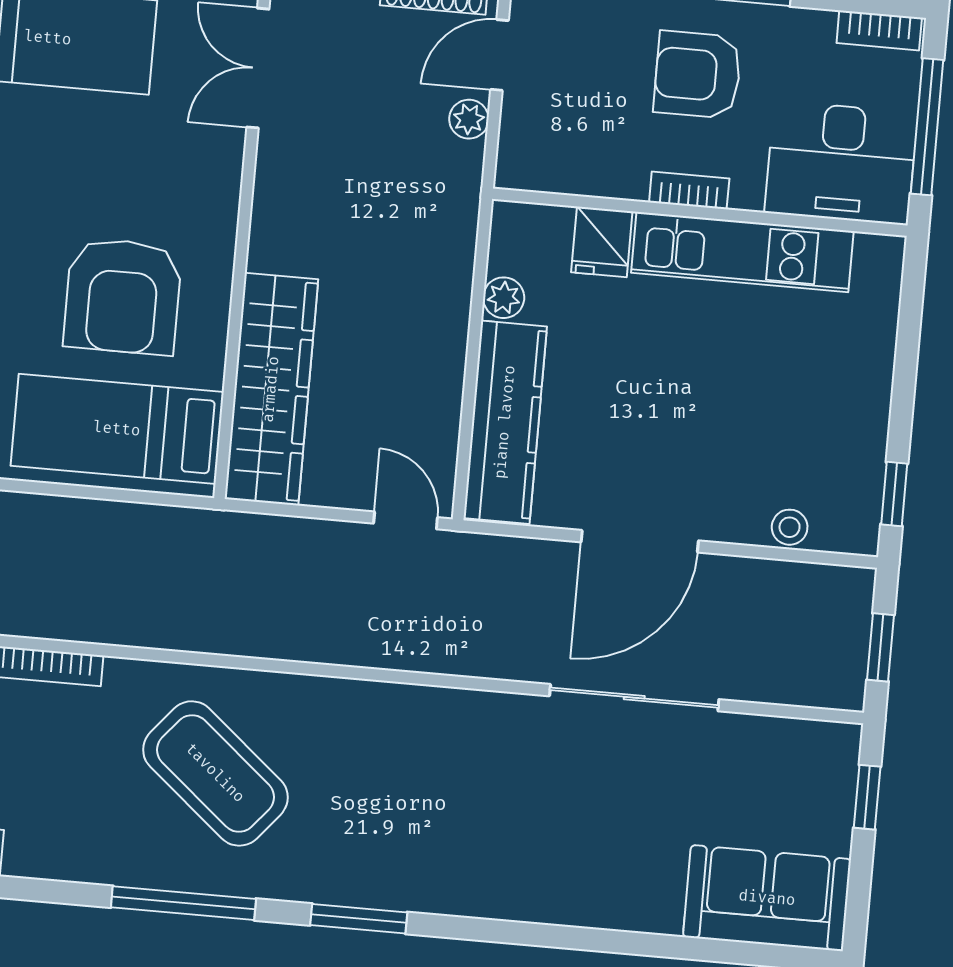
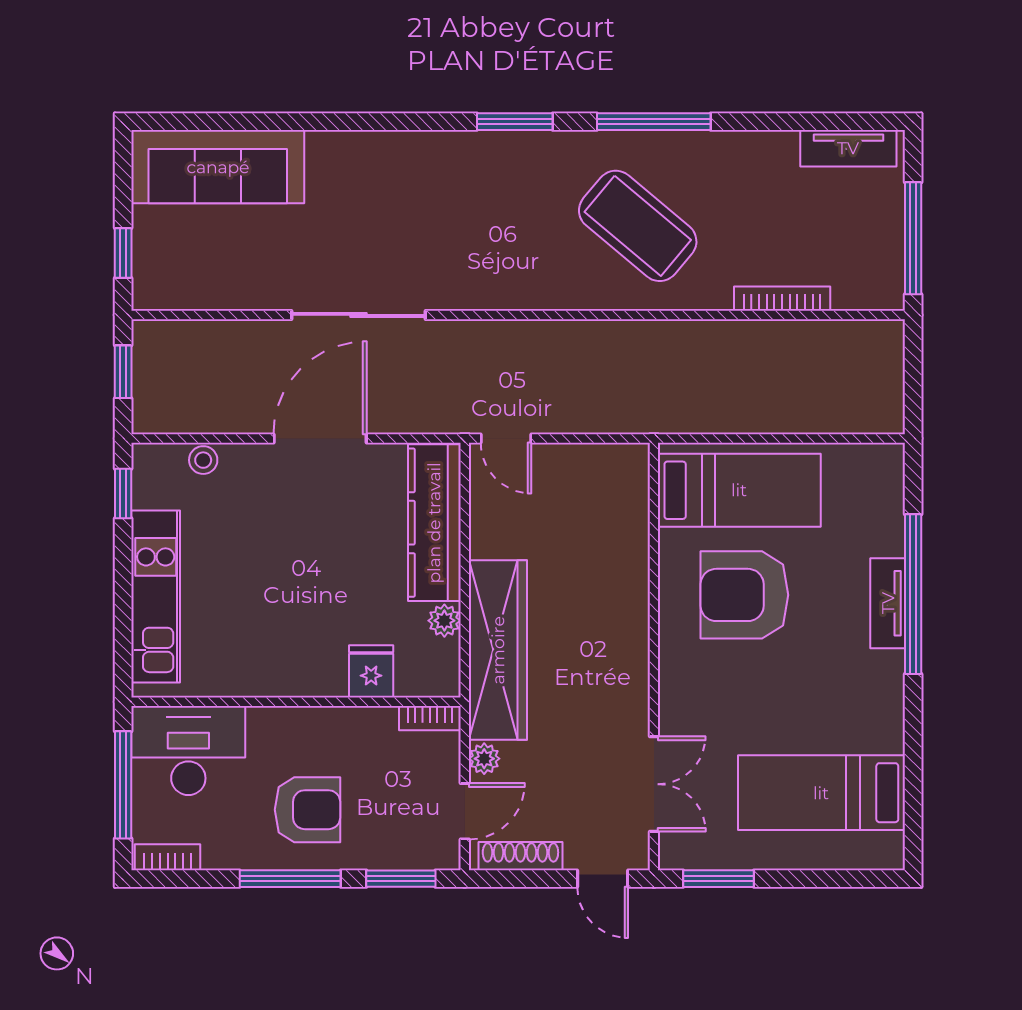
bookcase: (689, 190) -> (430, 718), moved
kitchen unit: (742, 252) -> (156, 597), moved, turned 90
armchair: (123, 296) -> (744, 595), turned -90
wardrobe: (271, 389) -> (498, 650), moved, turned 180
sliding door: (634, 698) -> (358, 315), moved
sofa: (767, 898) -> (218, 167), width x1.36

